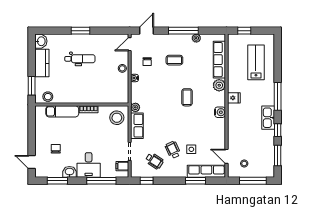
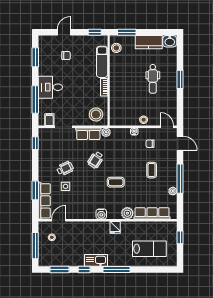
window: (32, 119) -> (95, 32), added
wheelchair: (154, 161) -> (96, 160), moved
door: (32, 162) -> (64, 32), moved
washbasin: (69, 172) -> (44, 69), removed

